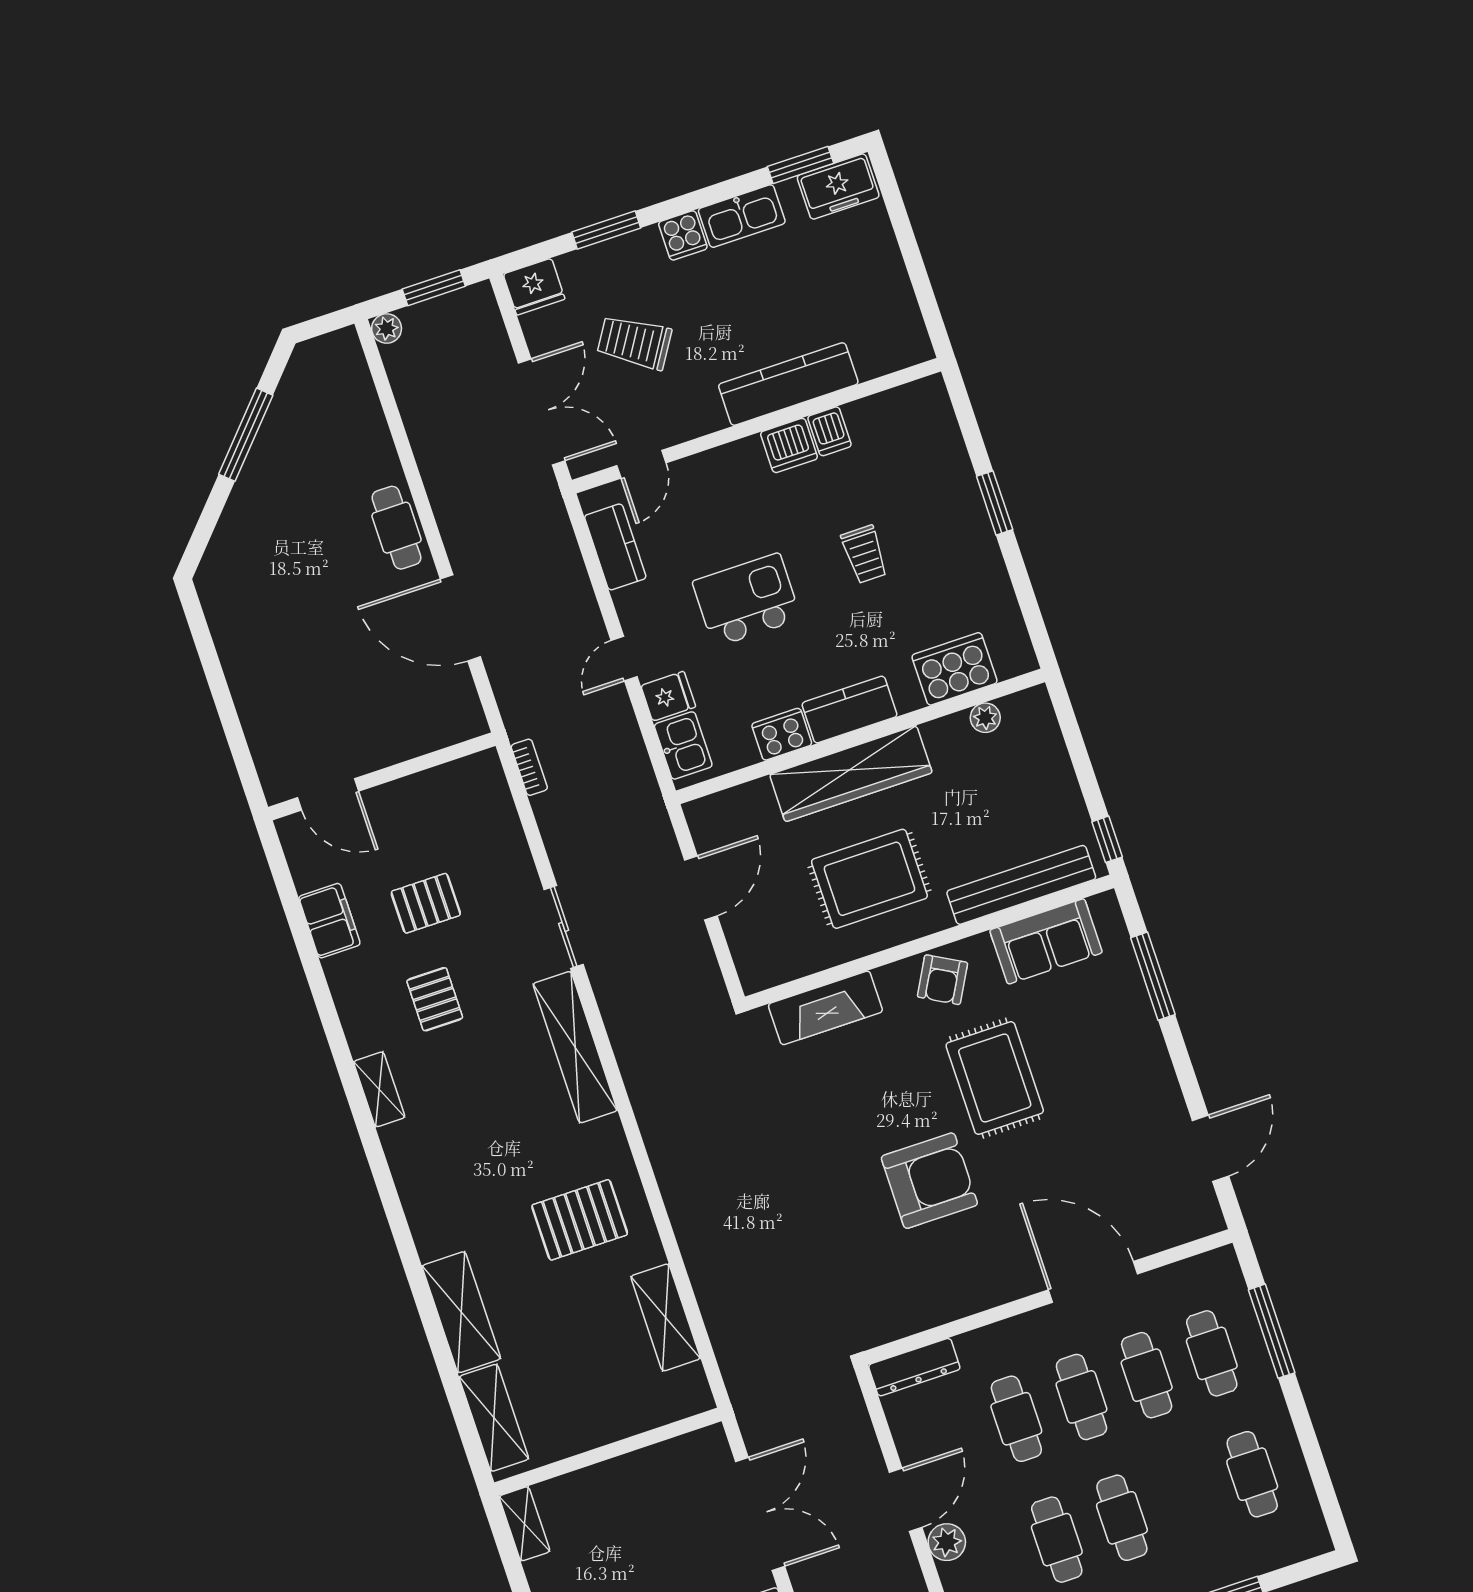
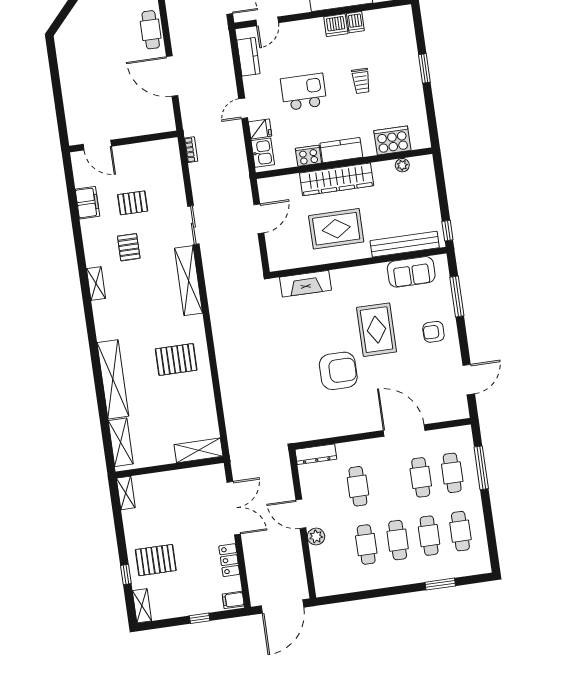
armchair: (942, 980) -> (433, 332), moved, turned 61
shelving: (461, 1312) -> (113, 379), width x1.47
shelving: (666, 1317) -> (198, 450), moved, turned 90
cafe table: (1081, 1397) -> (429, 536), moved
door: (906, 1500) -> (301, 514), swing flipped

